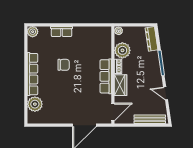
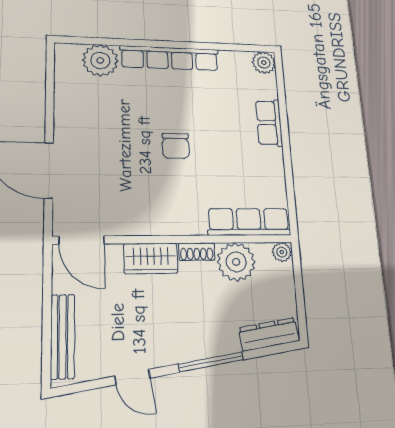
chair: (64, 65) -> (176, 146), moved
row of seats: (106, 76) -> (249, 222), moved
door: (166, 93) -> (132, 377), swing flipped

